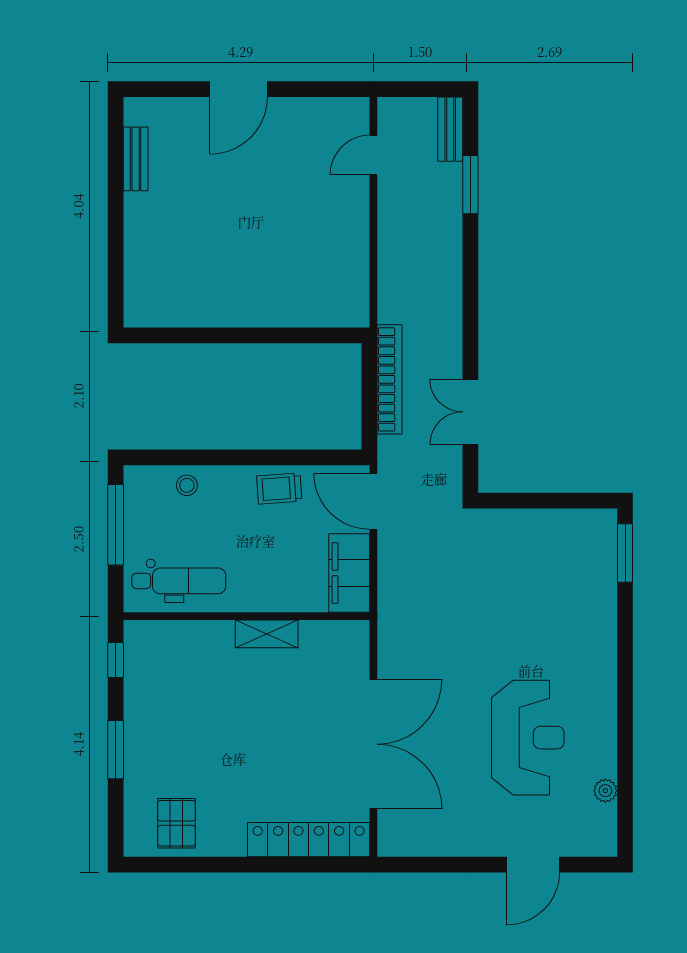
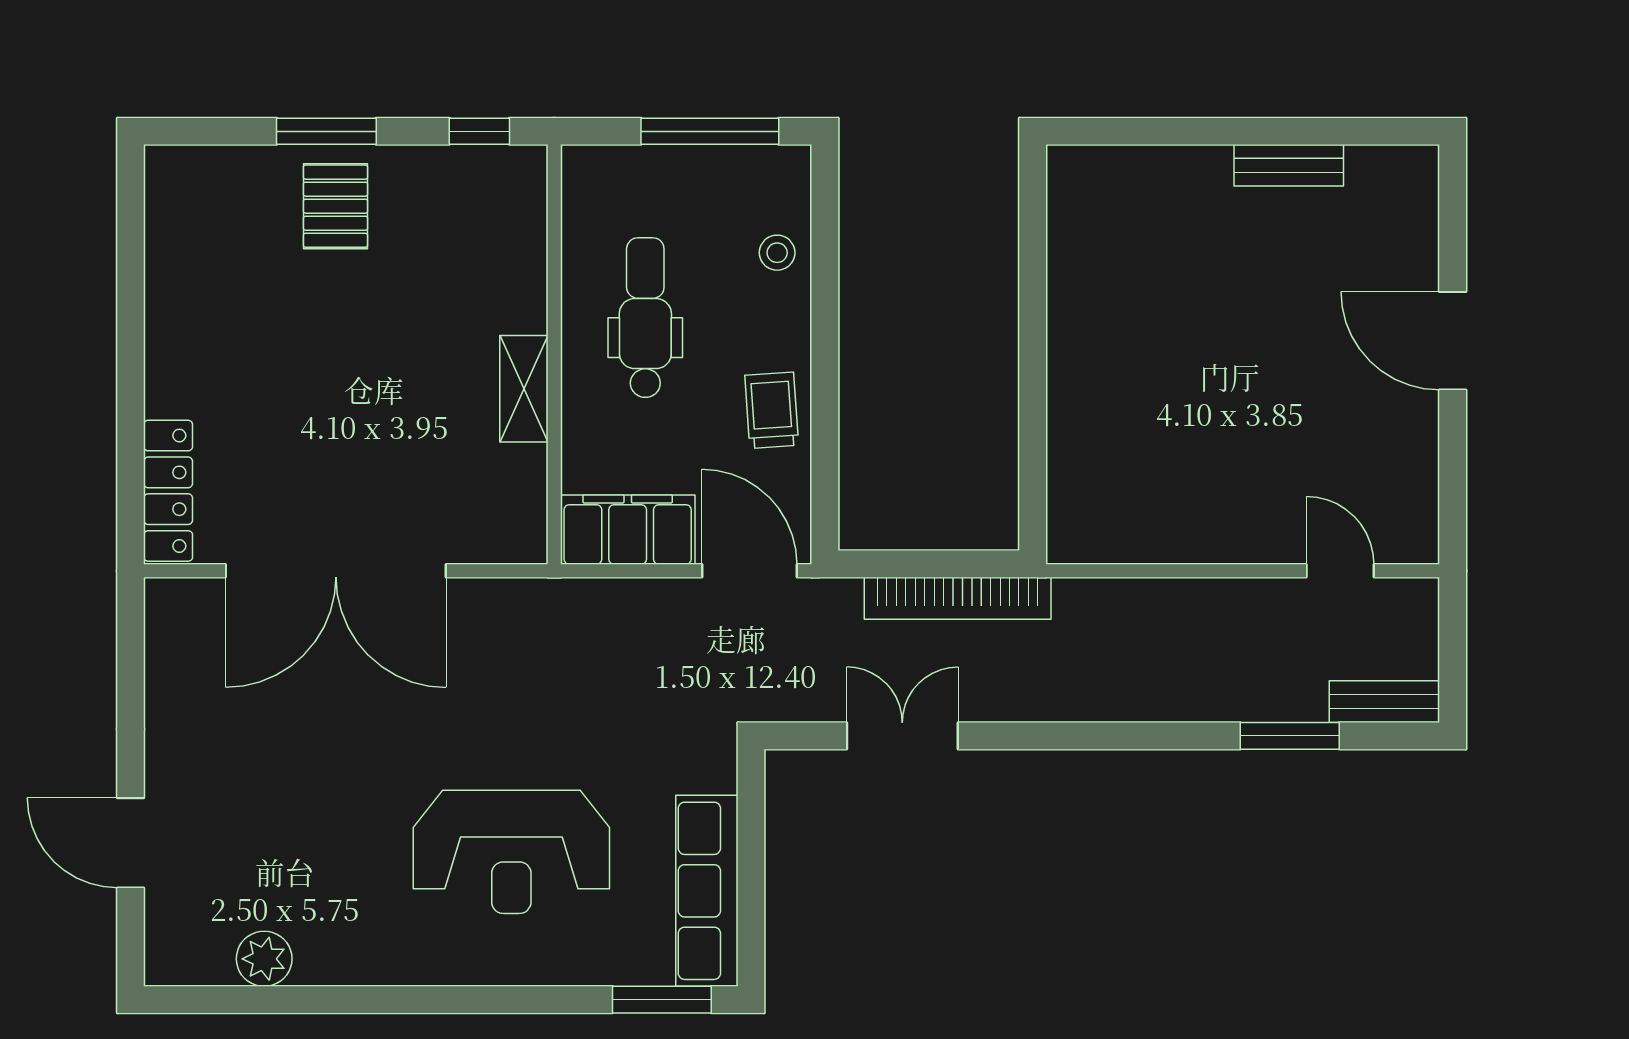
bench: (136, 159) -> (1289, 165), moved
door: (373, 502) -> (750, 571), hinge flipped
row of seats: (561, 527) -> (707, 891), added
dental chair: (179, 581) -> (645, 318), moved, turned 180
reception desk: (528, 738) -> (511, 852), moved
plant: (605, 791) -> (264, 959), width x1.38, depth x1.38
pallet: (176, 823) -> (335, 206), moved, turned 90
locker: (309, 840) -> (168, 491), width x0.71, depth x0.83

